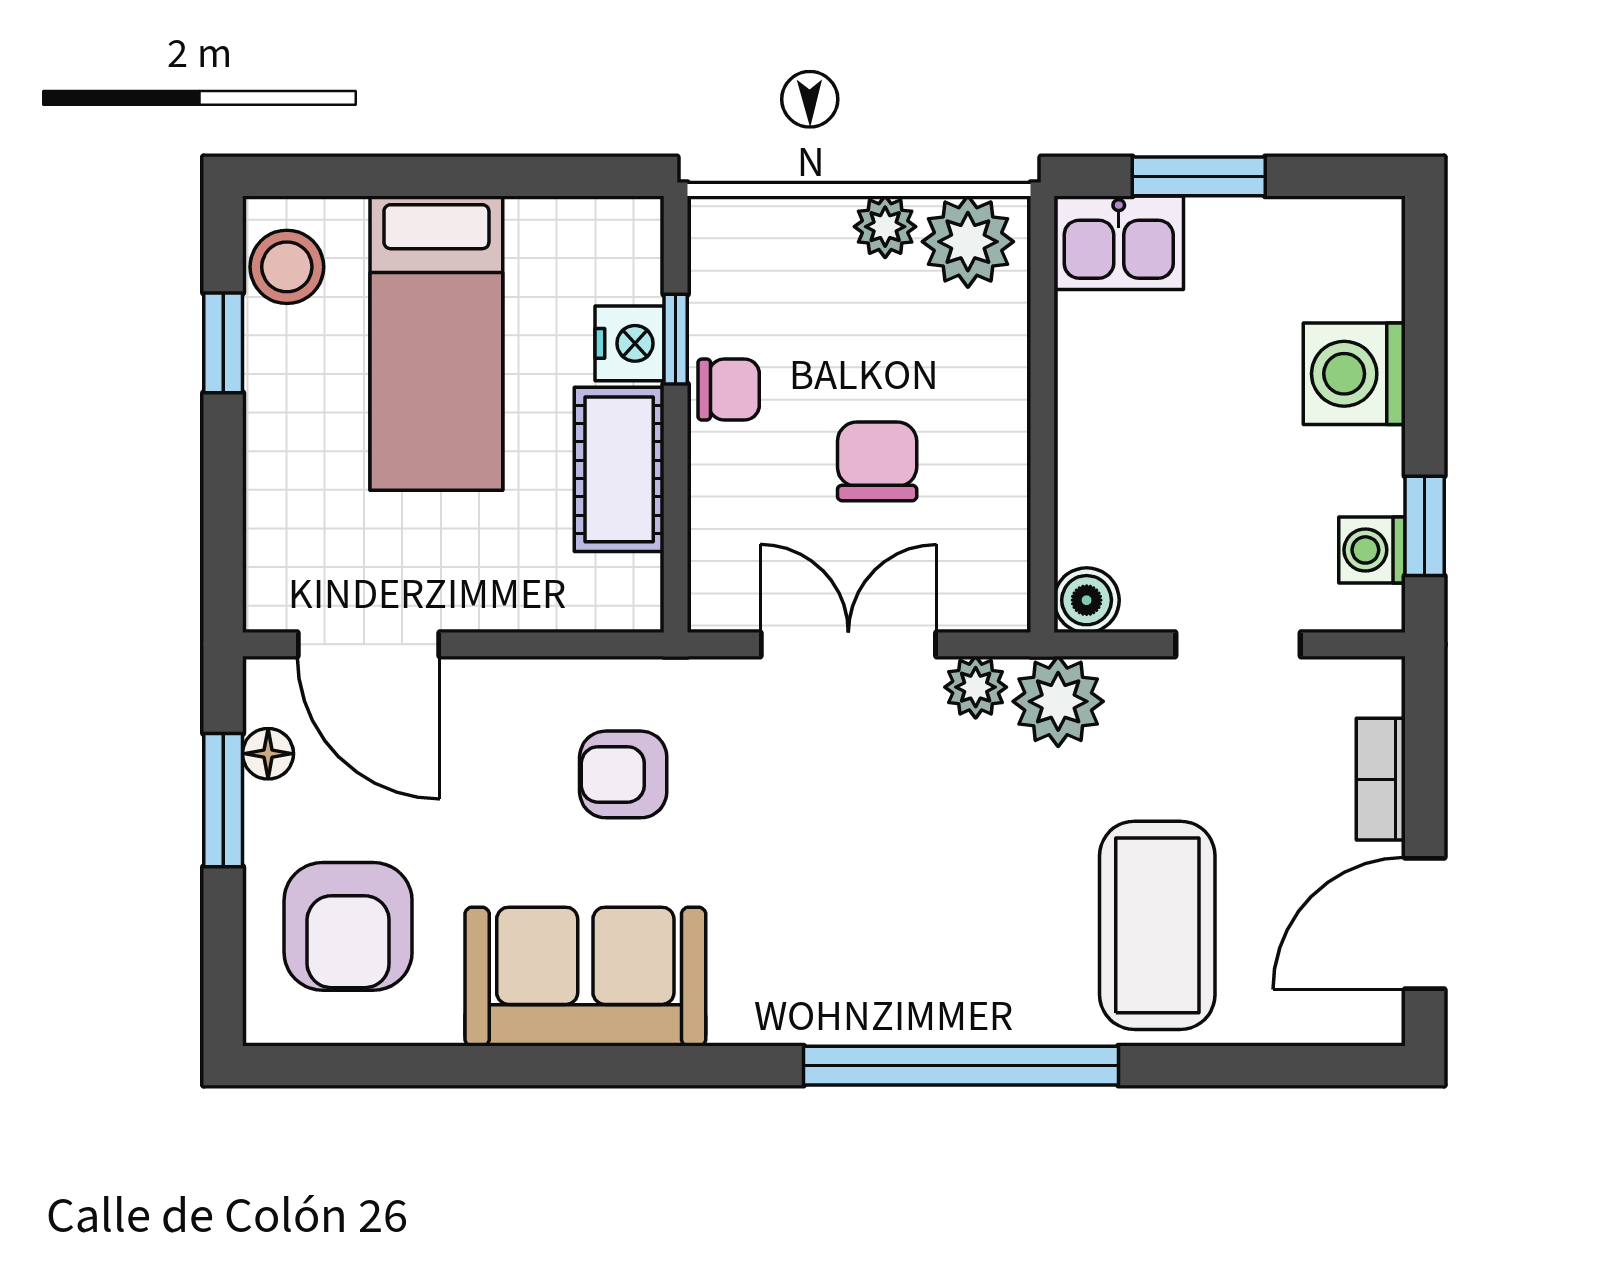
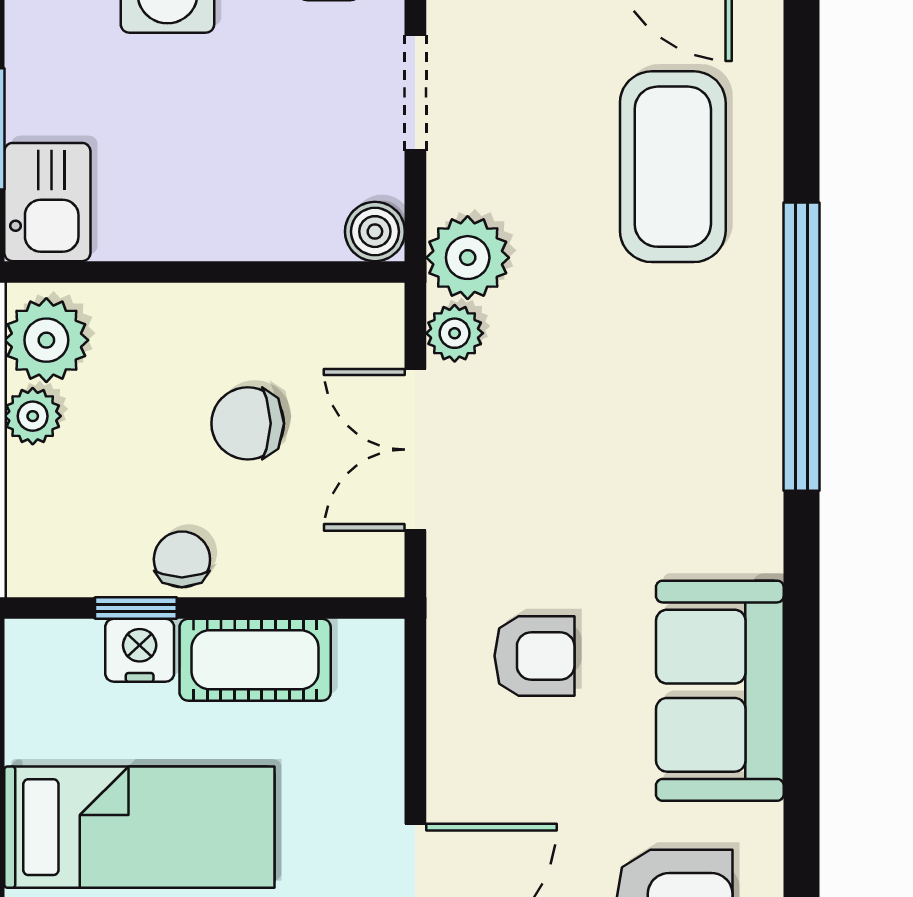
armchair: (623, 774) -> (535, 656), turned -90
coffee table: (1157, 925) -> (673, 167), turned 90

